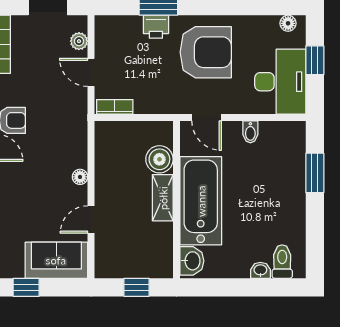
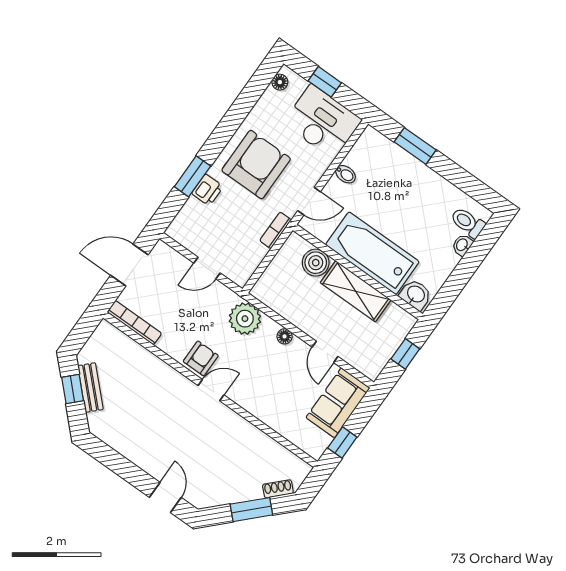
plant: (79, 41) -> (245, 319), moved, width x1.88, depth x1.88
bookcase: (115, 107) -> (275, 230), moved
shelving: (163, 198) -> (356, 291), width x1.50, depth x1.33

